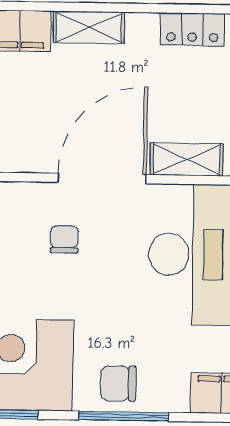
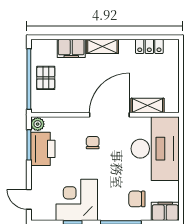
chair: (118, 384) -> (137, 199), moved

